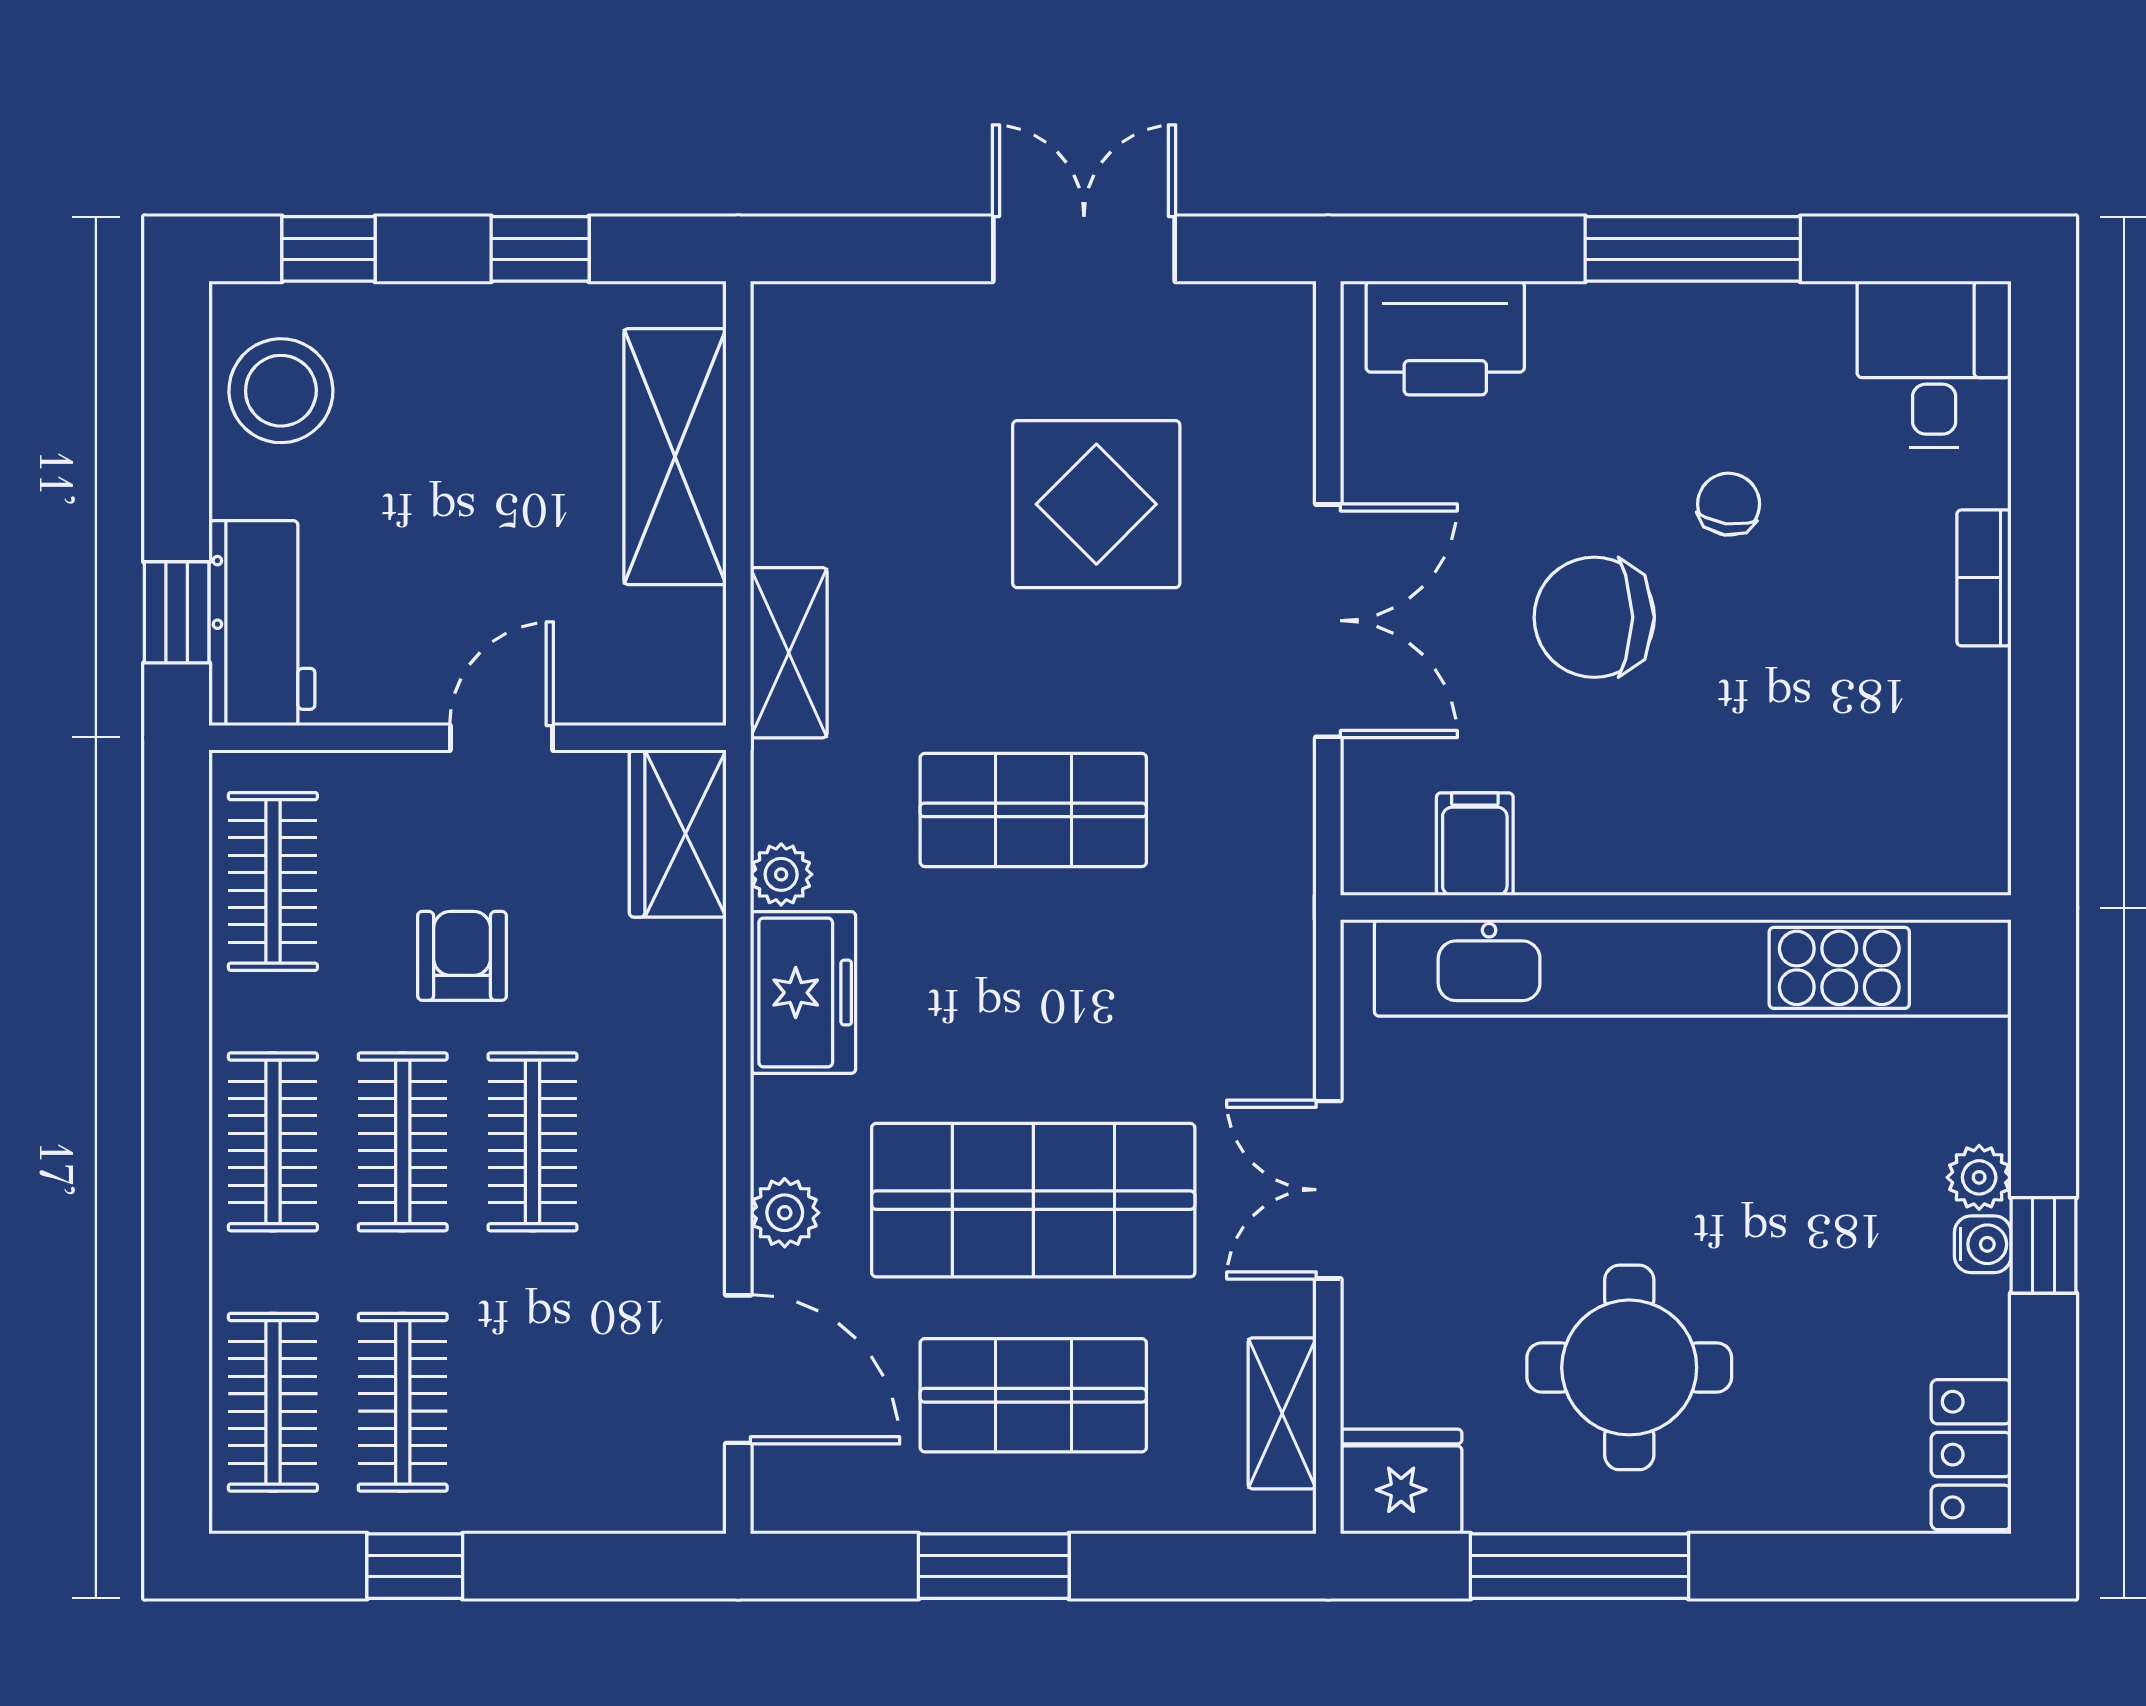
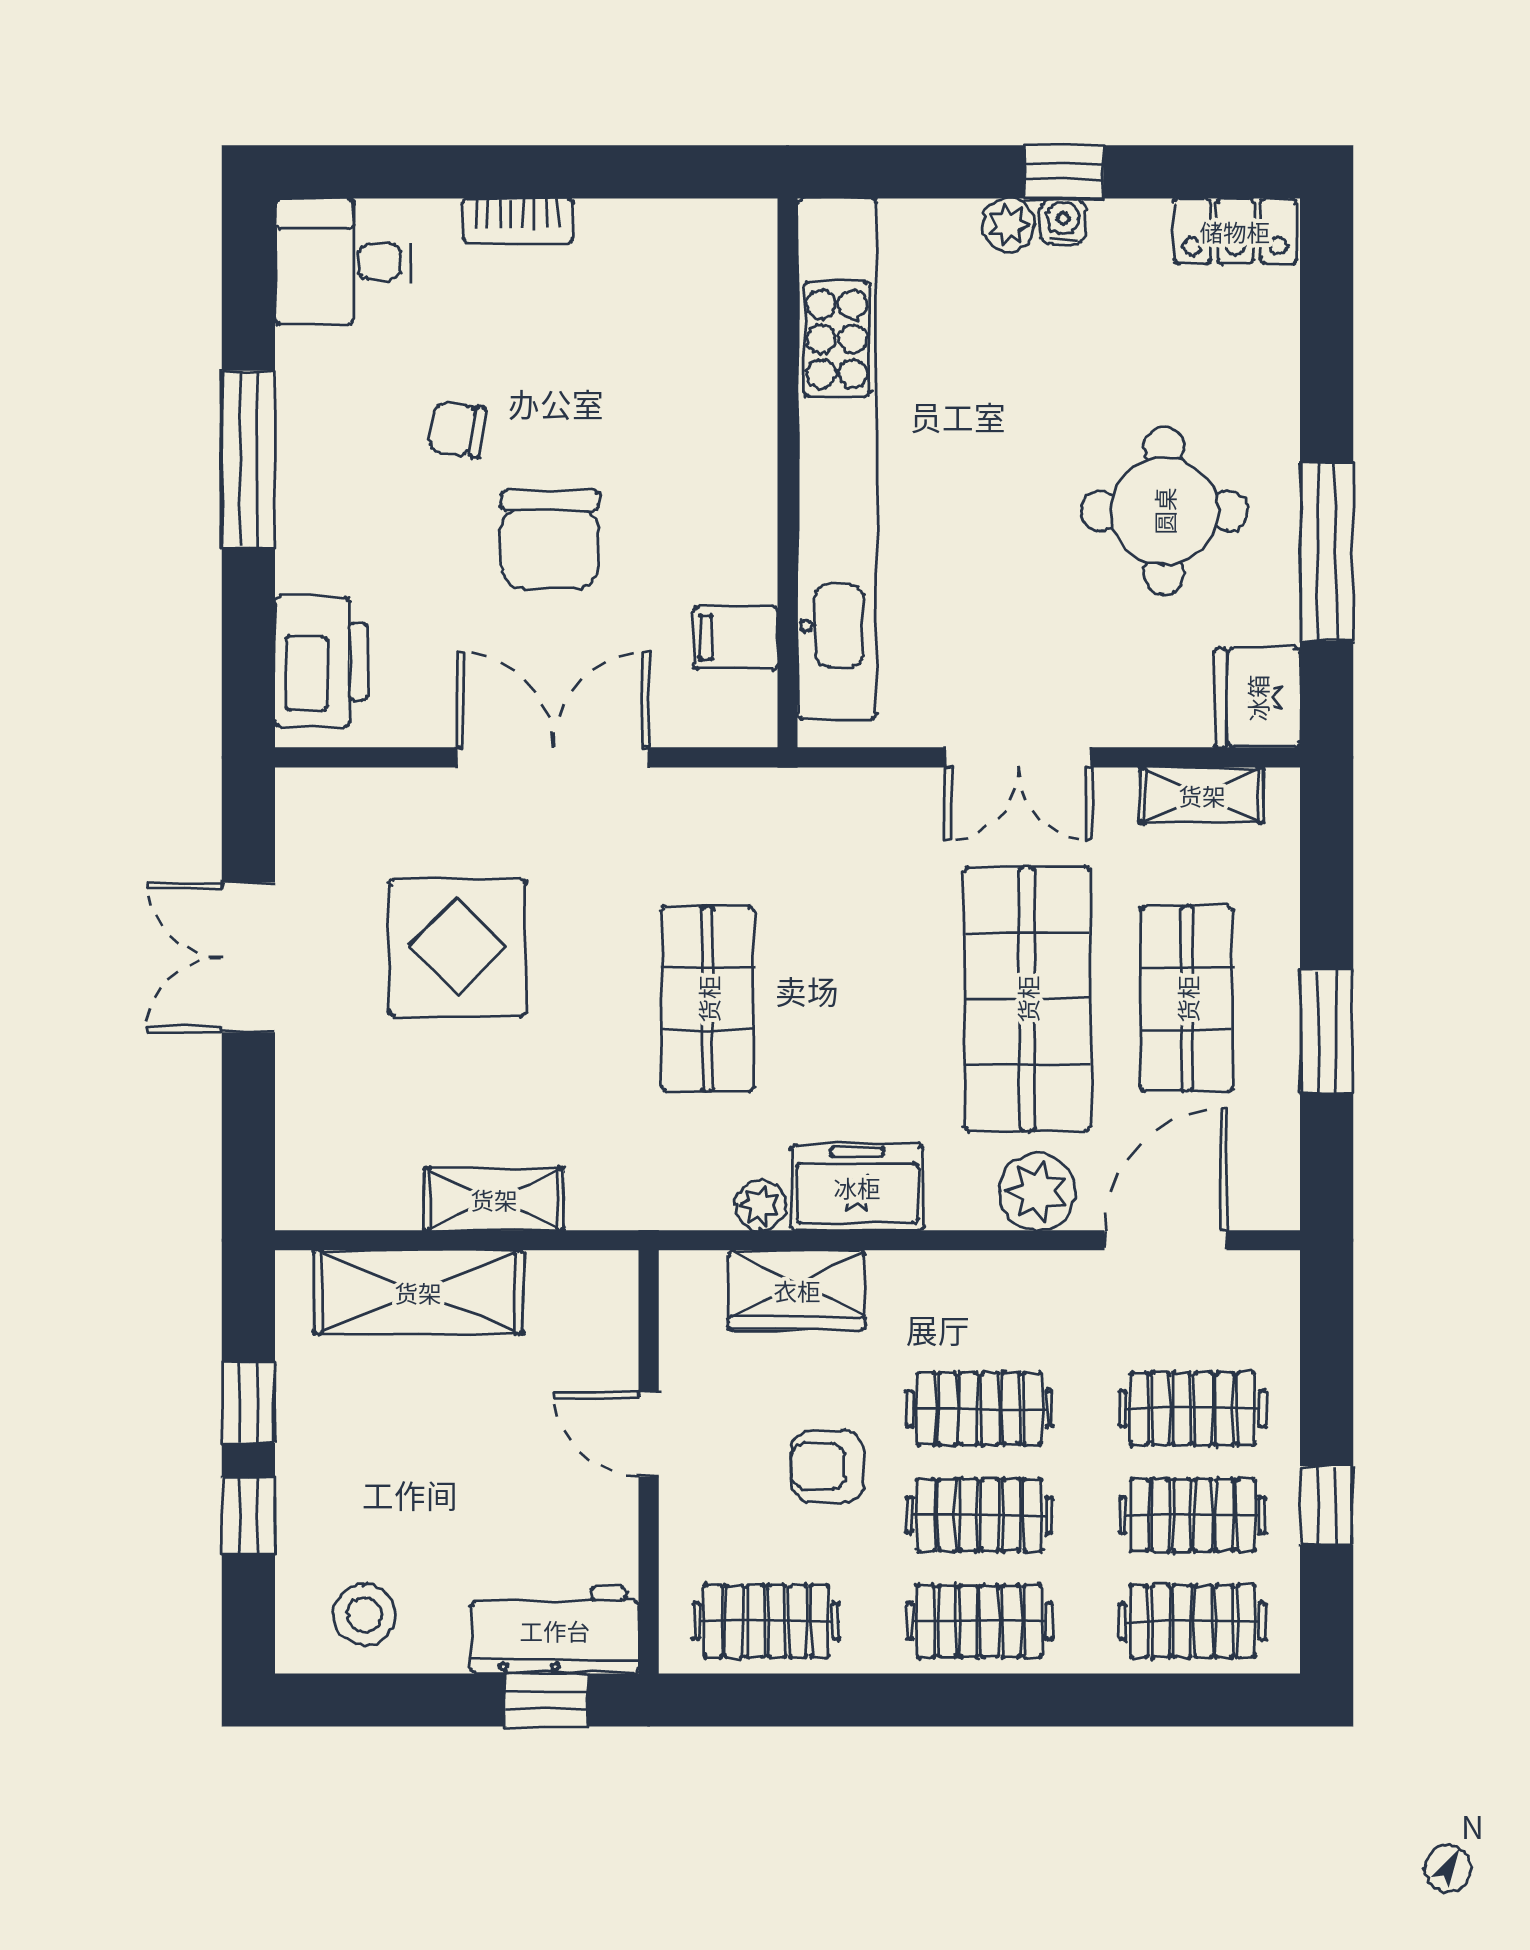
window: (328, 249) -> (248, 1516), moved
stool: (281, 391) -> (364, 1615), width x0.73, depth x0.73
shelving: (789, 653) -> (494, 1199), moved
wardrobe: (678, 833) -> (797, 1290), moved
plant: (785, 1213) -> (1037, 1192), width x1.38, depth x1.38
clothes rail: (532, 1402) -> (1193, 1409), added

